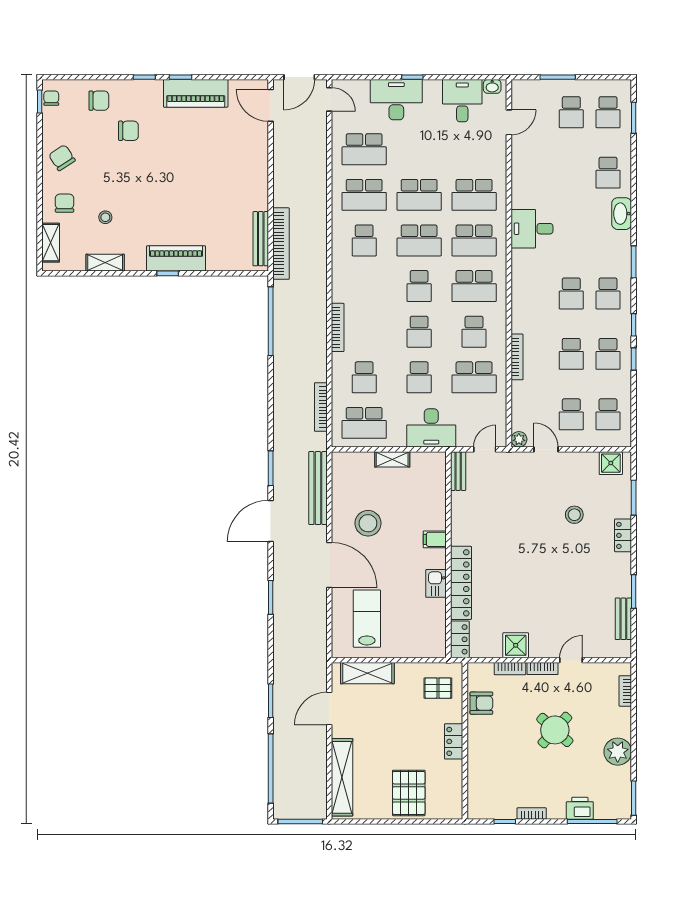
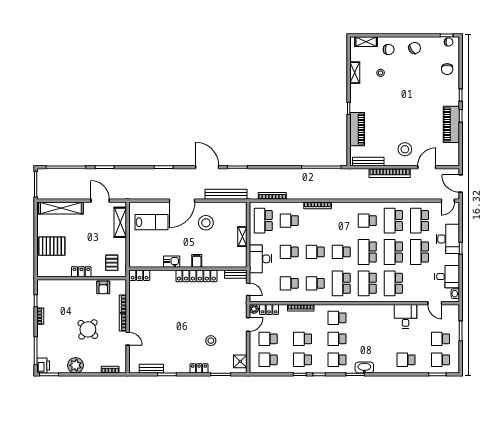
door: (271, 105) -> (427, 167), moved
chair: (128, 131) -> (430, 86), removed
school desk: (419, 149) -> (419, 252), added
stool: (239, 175) -> (405, 149), added
washbasin: (622, 214) -> (364, 368), moved
desk: (532, 229) -> (406, 316), moved
bookcase: (281, 244) -> (390, 173), moved
piano: (176, 258) -> (357, 129), moved
school desk: (535, 293) -> (337, 318), added
school desk: (474, 377) -> (289, 283), width x0.54
locker: (520, 413) -> (269, 310), added
locker: (461, 583) -> (196, 276), moved
shower: (516, 645) -> (136, 307), removed
printer: (580, 808) -> (43, 366), moved

